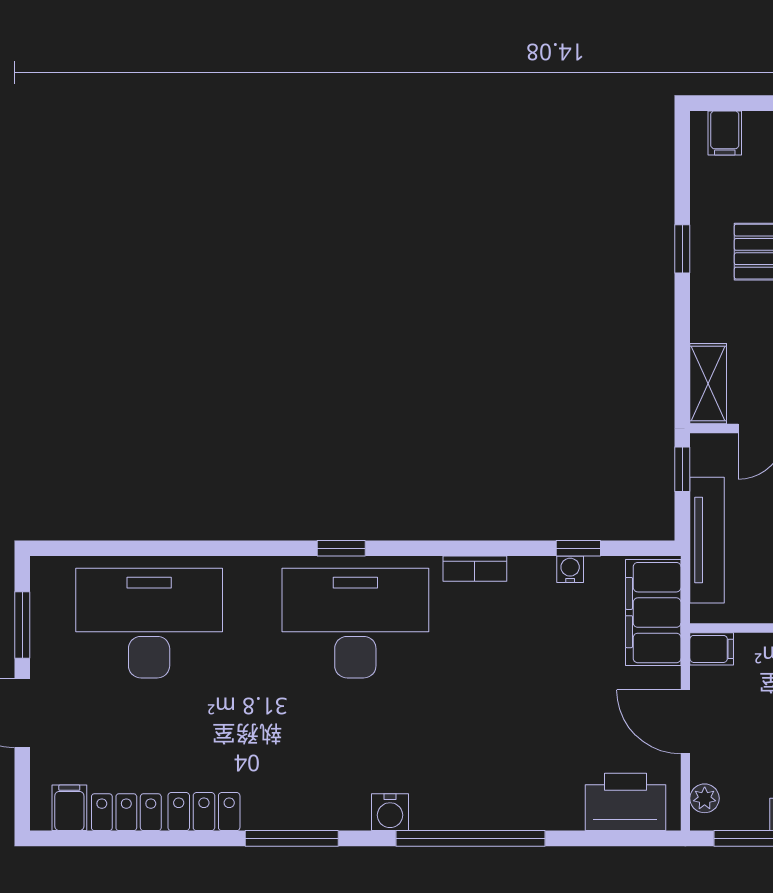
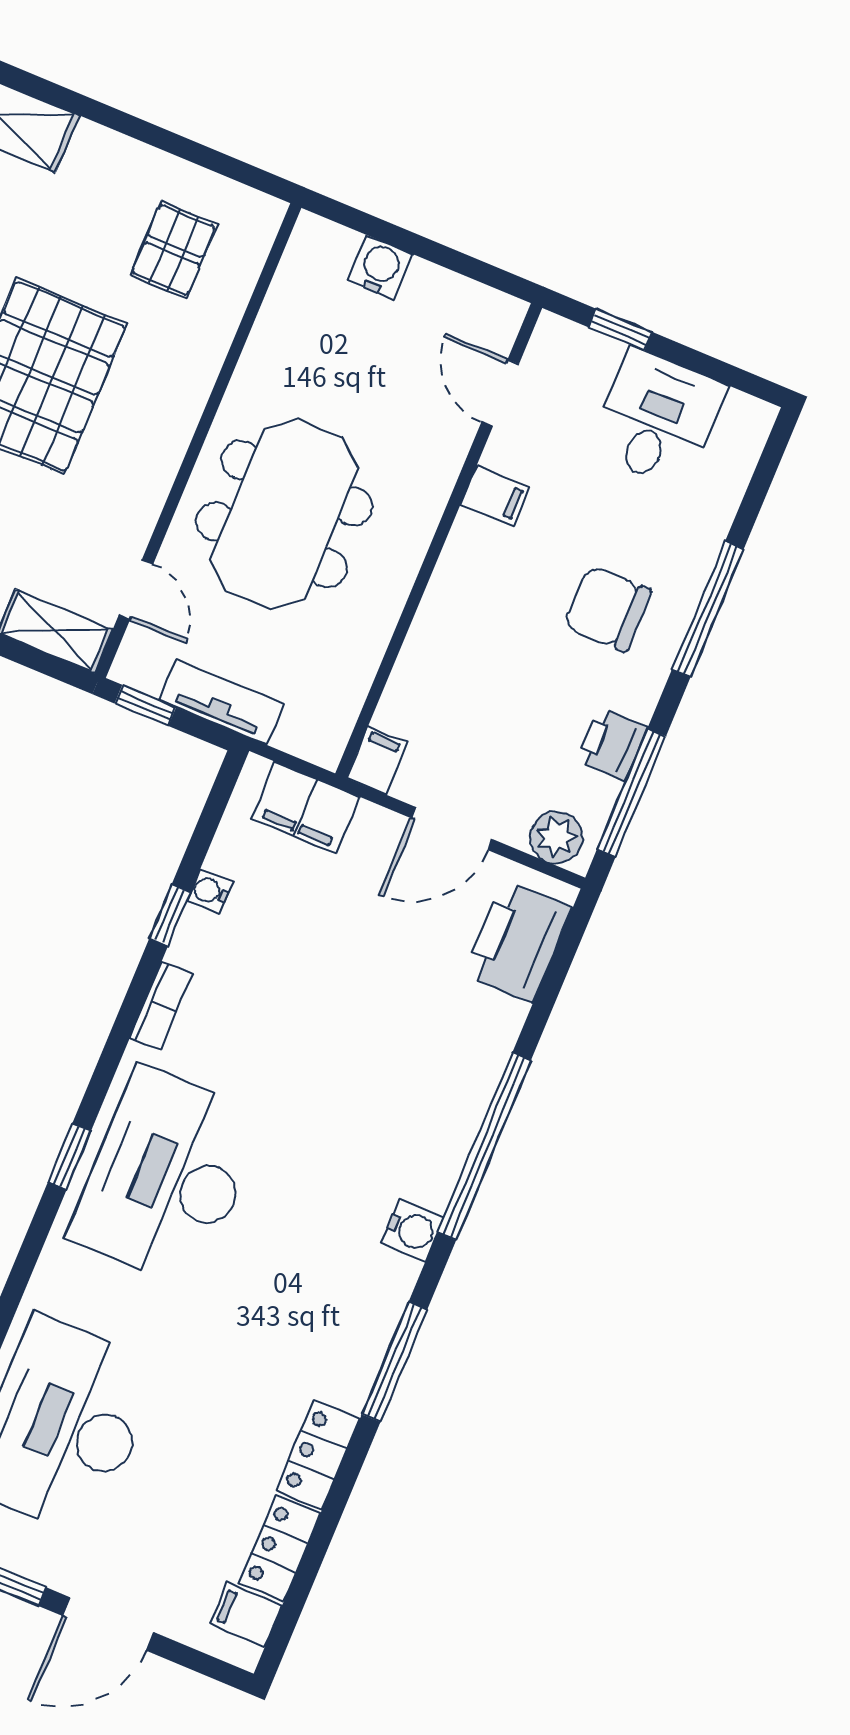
tv unit: (707, 540) -> (221, 702), width x0.71
window: (578, 548) -> (170, 915), moved
filing cabinet: (653, 613) -> (306, 808), width x0.67, depth x0.86
plant: (705, 798) -> (556, 837), width x1.38, depth x1.38

